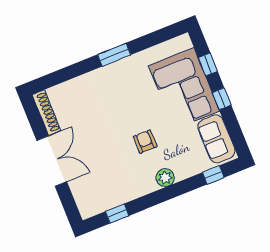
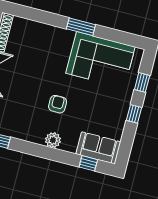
corner sofa: (184, 88) -> (100, 60), moved, turned -90
sofa: (216, 139) -> (98, 148), moved, turned 90

